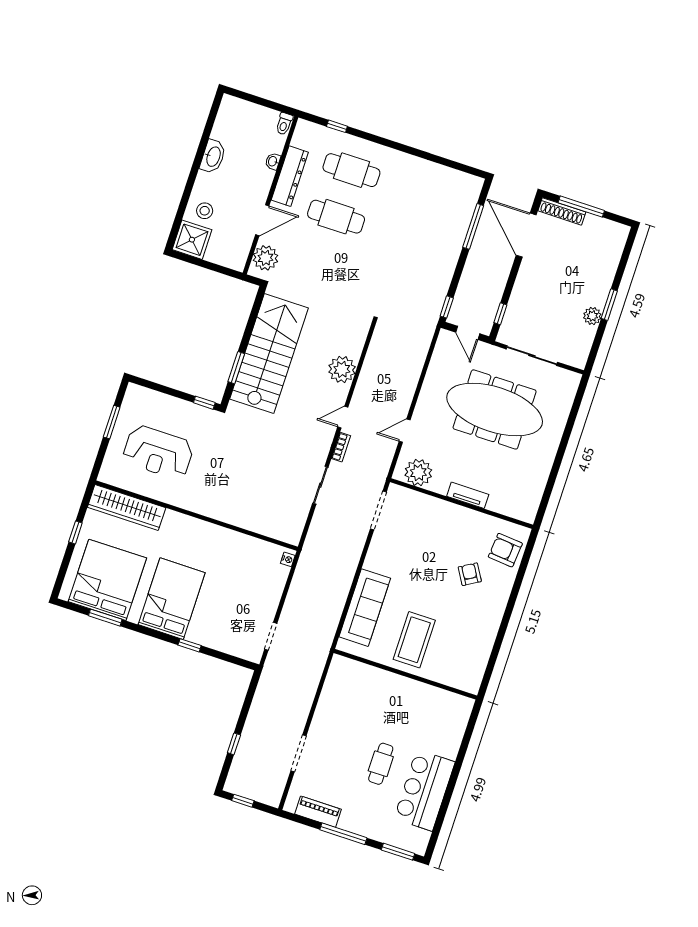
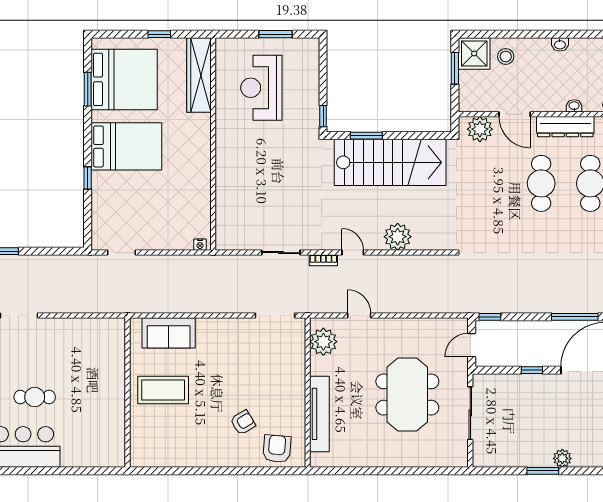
washbasin: (213, 156) -> (560, 44), width x0.52, depth x0.69
window: (200, 263) -> (455, 68), added
window: (500, 314) -> (532, 370), moved
plant: (592, 316) -> (562, 458), moved
meeting table: (495, 409) -> (407, 394), width x0.73
tv unit: (468, 495) -> (319, 414), width x1.92, depth x1.29
sofa: (365, 608) -> (169, 333), width x0.73

